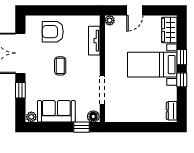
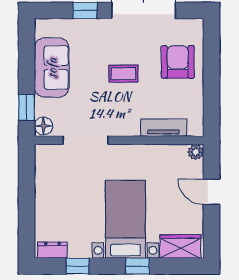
window: (182, 80) -> (78, 266), moved
plant: (31, 117) -> (43, 28), removed

